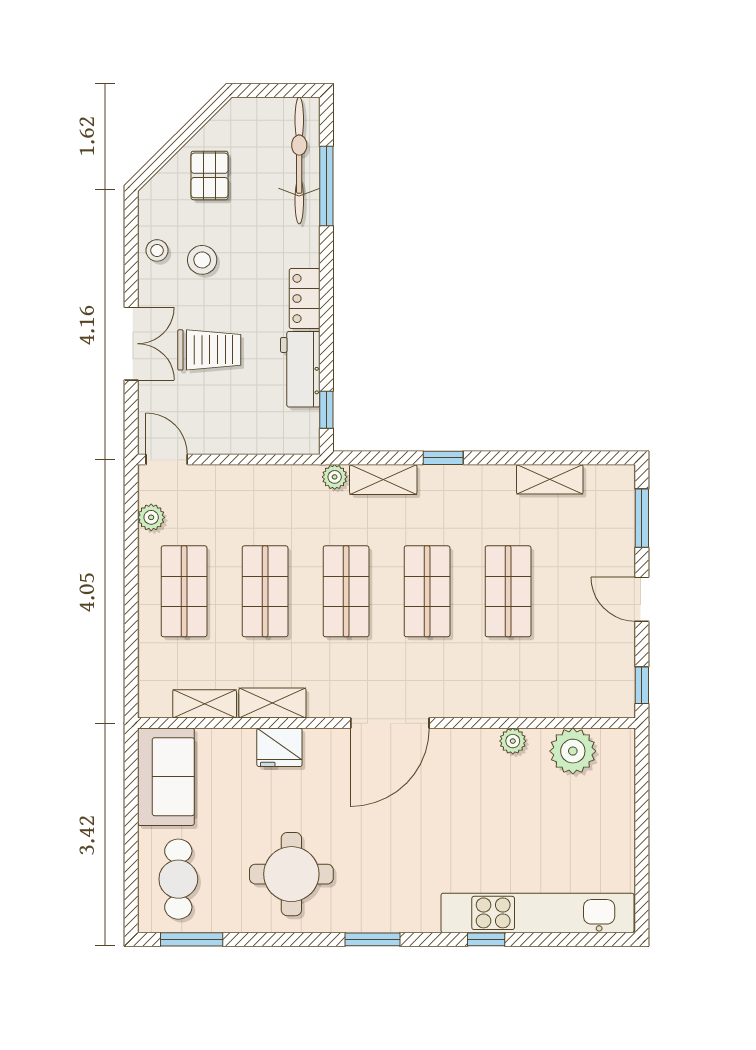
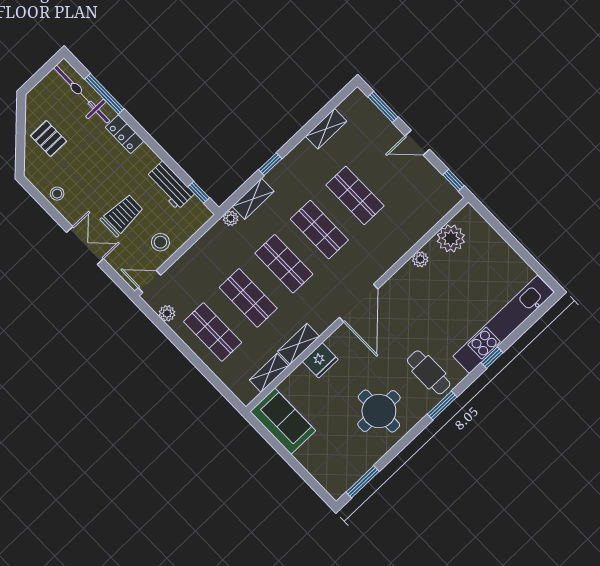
stool: (202, 260) -> (160, 242), moved
locker: (305, 299) -> (125, 134), moved
cafe table: (178, 879) -> (429, 372), moved

